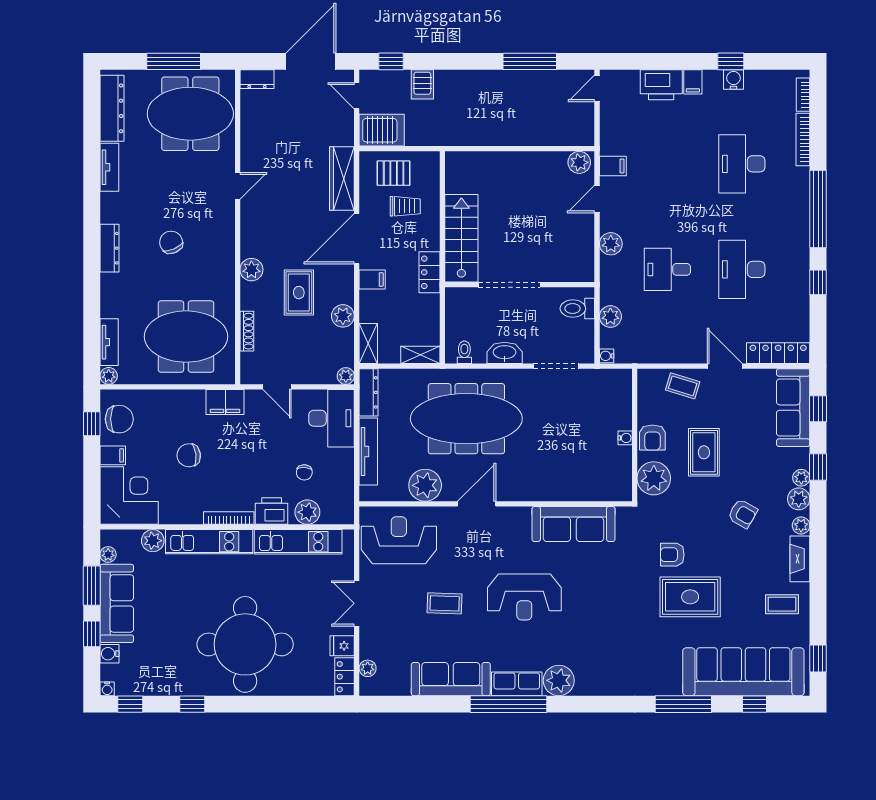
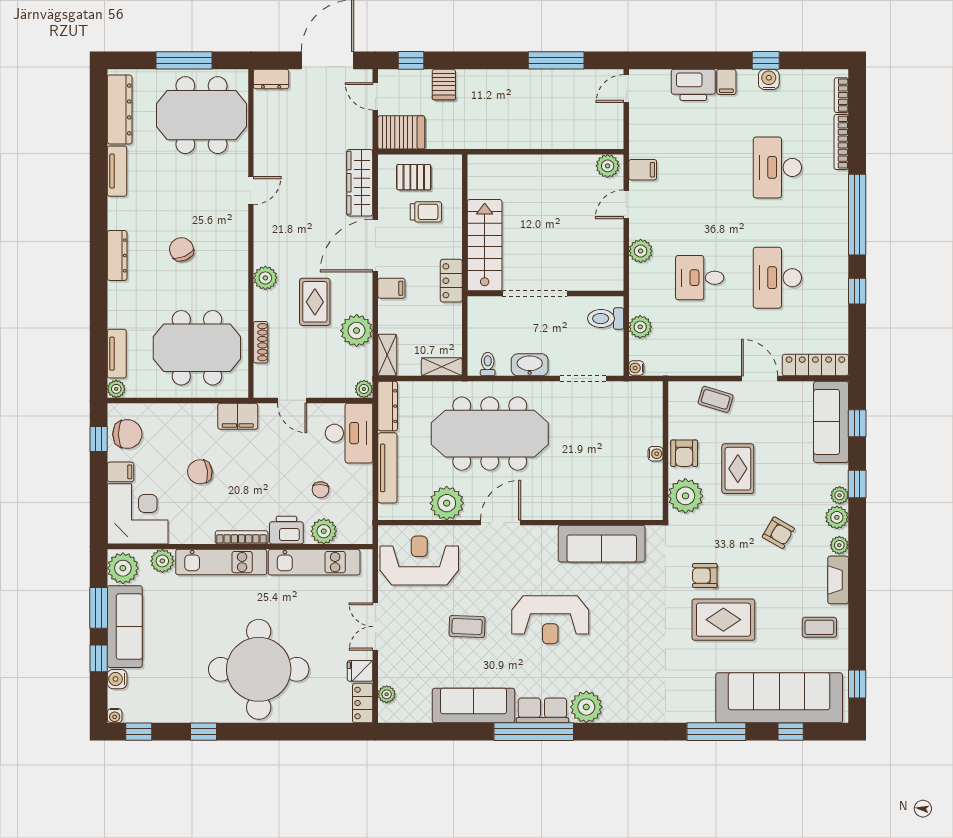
plant: (343, 316) -> (357, 331), width x1.36, depth x1.36
plant: (108, 555) -> (123, 568), width x1.88, depth x1.88

